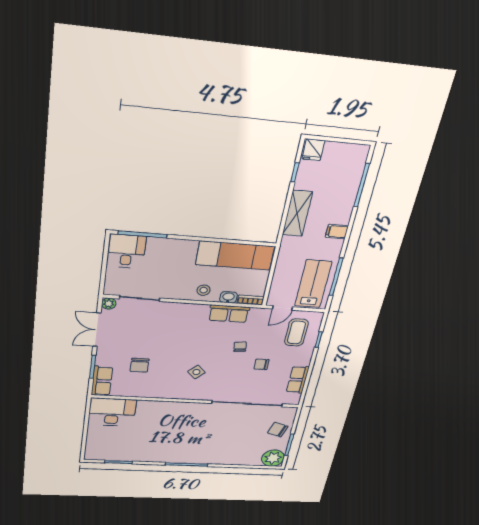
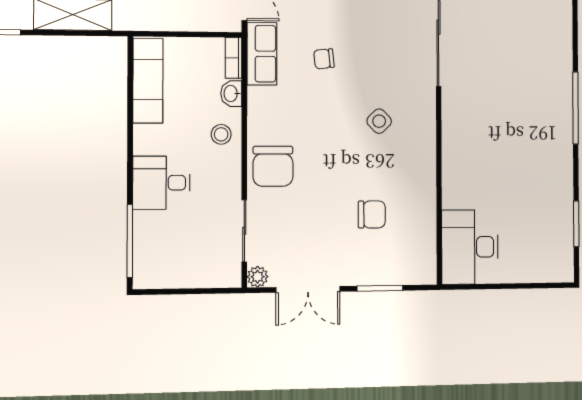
desk: (127, 251) -> (161, 183), moved
exam couch: (235, 256) -> (148, 81), width x0.73, depth x0.69
row of seats: (229, 314) -> (262, 54), moved
chair: (261, 364) -> (273, 166), moved, width x1.87, depth x1.87
row of seats: (102, 381) -> (407, 270), removed

